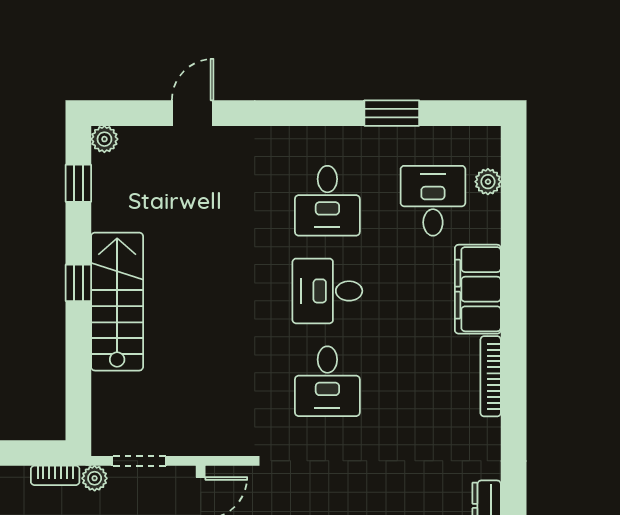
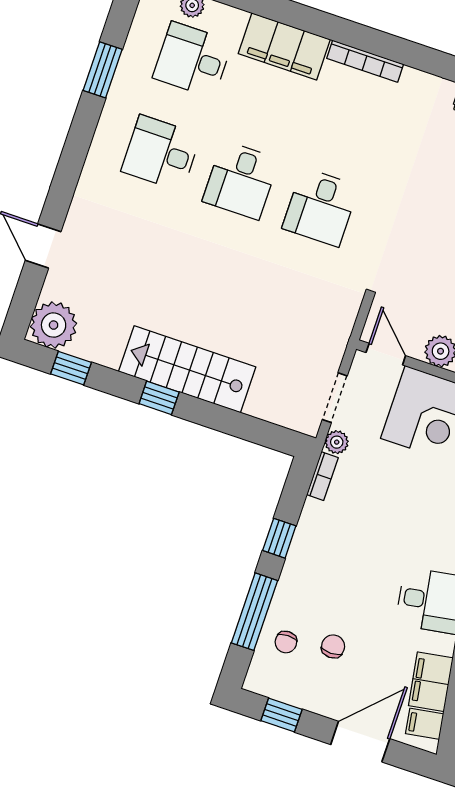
plant: (104, 139) -> (54, 325), width x1.87, depth x1.87
desk: (327, 201) -> (161, 153), turned 180
desk: (327, 381) -> (321, 207), turned 90

